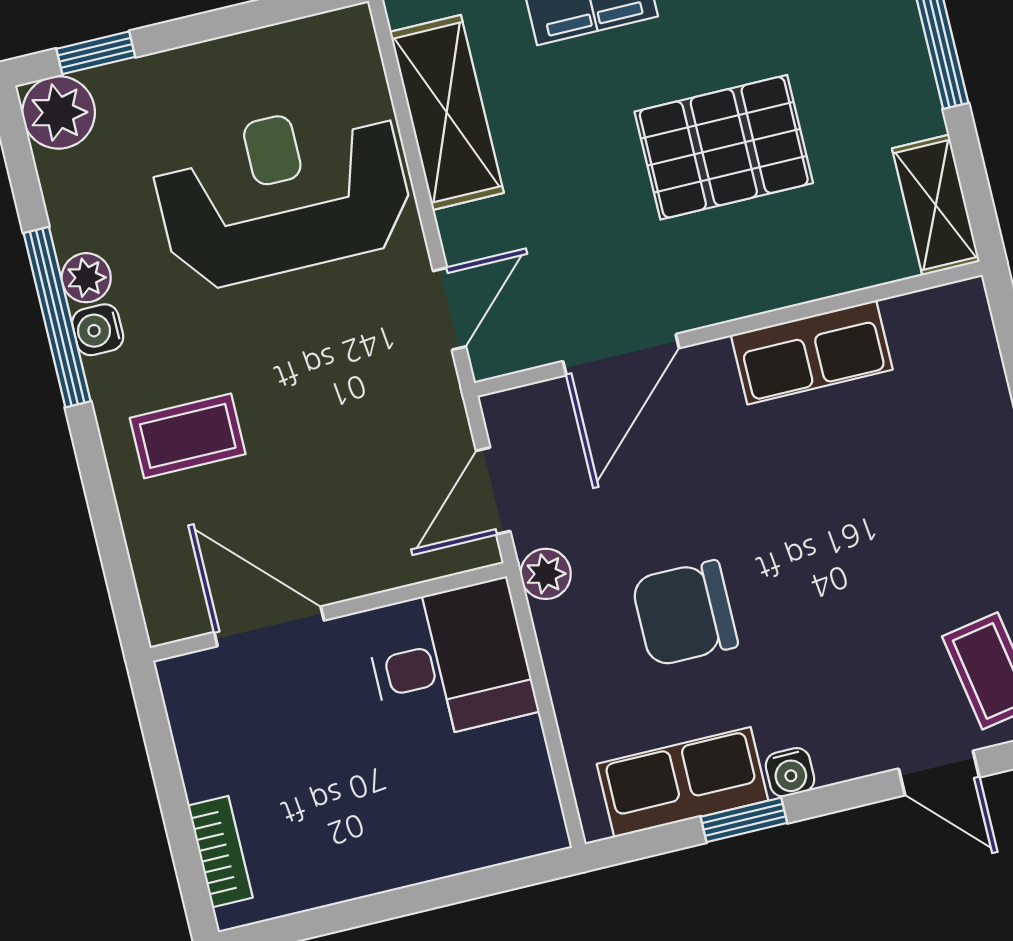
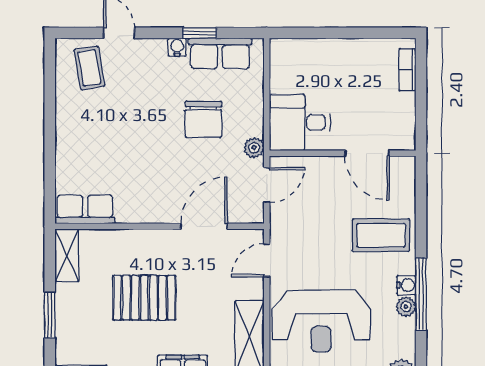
row of seats: (812, 352) -> (85, 209), moved
coffee table: (188, 436) -> (381, 235), width x1.36, depth x1.30
chair: (685, 613) -> (203, 119), turned 90

